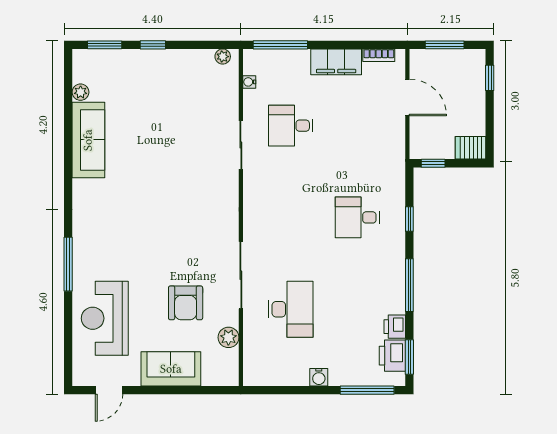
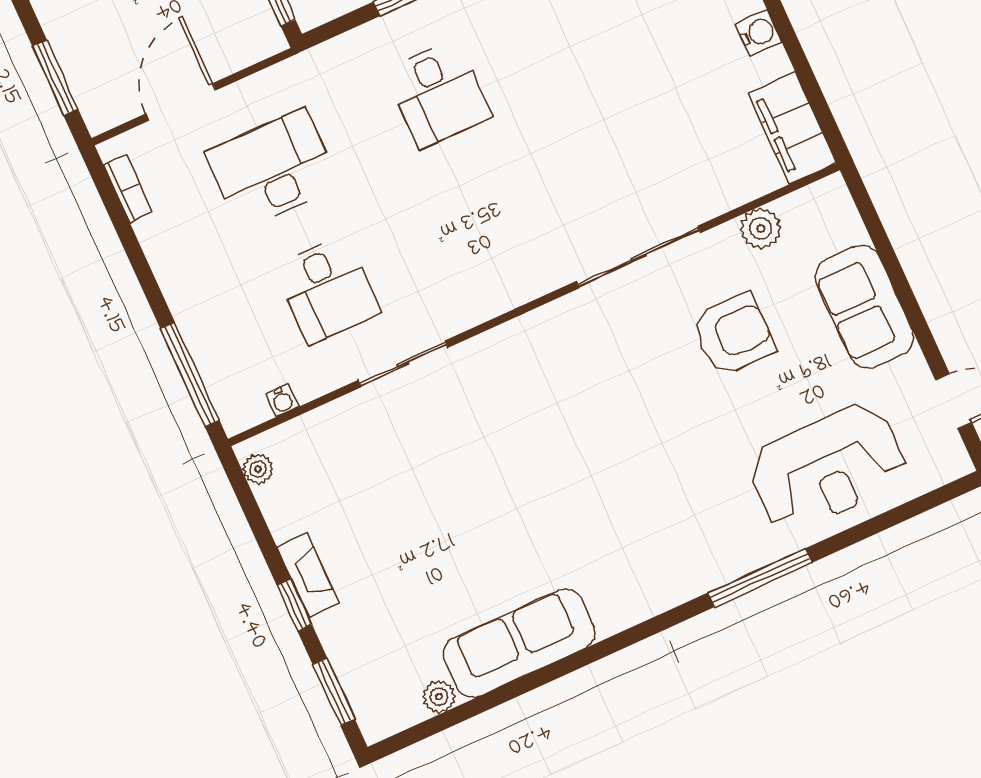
fireplace: (164, 57) -> (308, 575), added
filing cabinet: (336, 62) -> (792, 128), moved, turned 180
desk: (291, 309) -> (273, 169), moved

